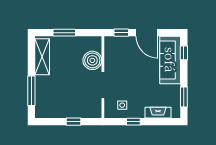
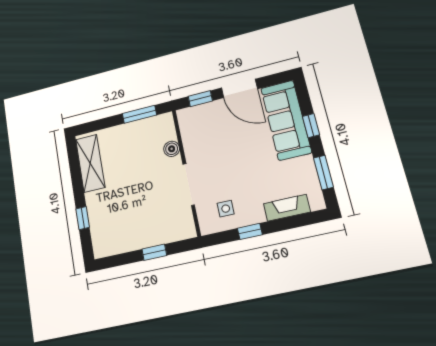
window: (64, 33) -> (139, 114), moved
window: (184, 53) -> (311, 126), moved
boiler: (92, 60) -> (172, 149), width x0.54, depth x0.54
window: (31, 91) -> (83, 218), width x0.46

